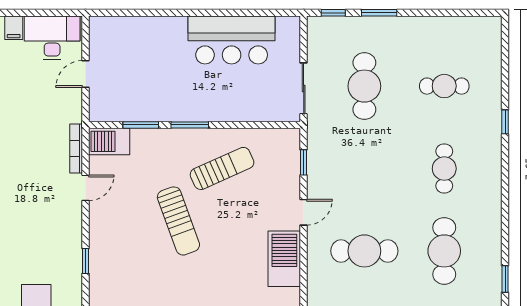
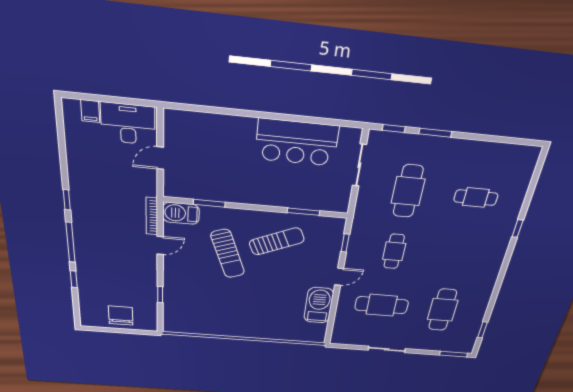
sliding door: (304, 88) -> (359, 165), moved
window: (190, 125) -> (303, 212), moved
cafe table: (444, 169) -> (394, 251), moved
sun lounger: (178, 221) -> (228, 254), moved

